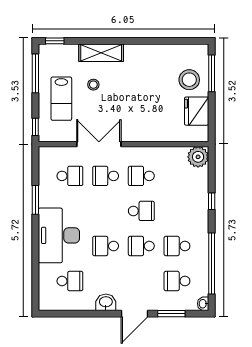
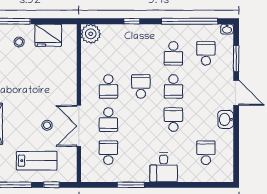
stool: (189, 80) -> (19, 42), width x0.53, depth x0.53
stool: (93, 85) -> (47, 125), moved
window: (35, 127) -> (52, 185), moved
desk: (59, 235) -> (164, 167), width x0.53, depth x0.77
school desk: (106, 246) -> (173, 120), turned 180
school desk: (177, 281) -> (206, 53), turned 180

